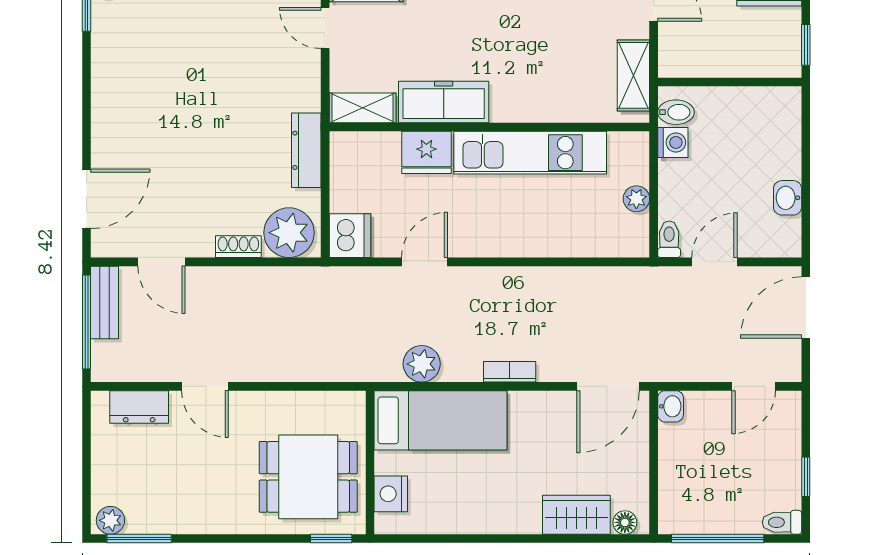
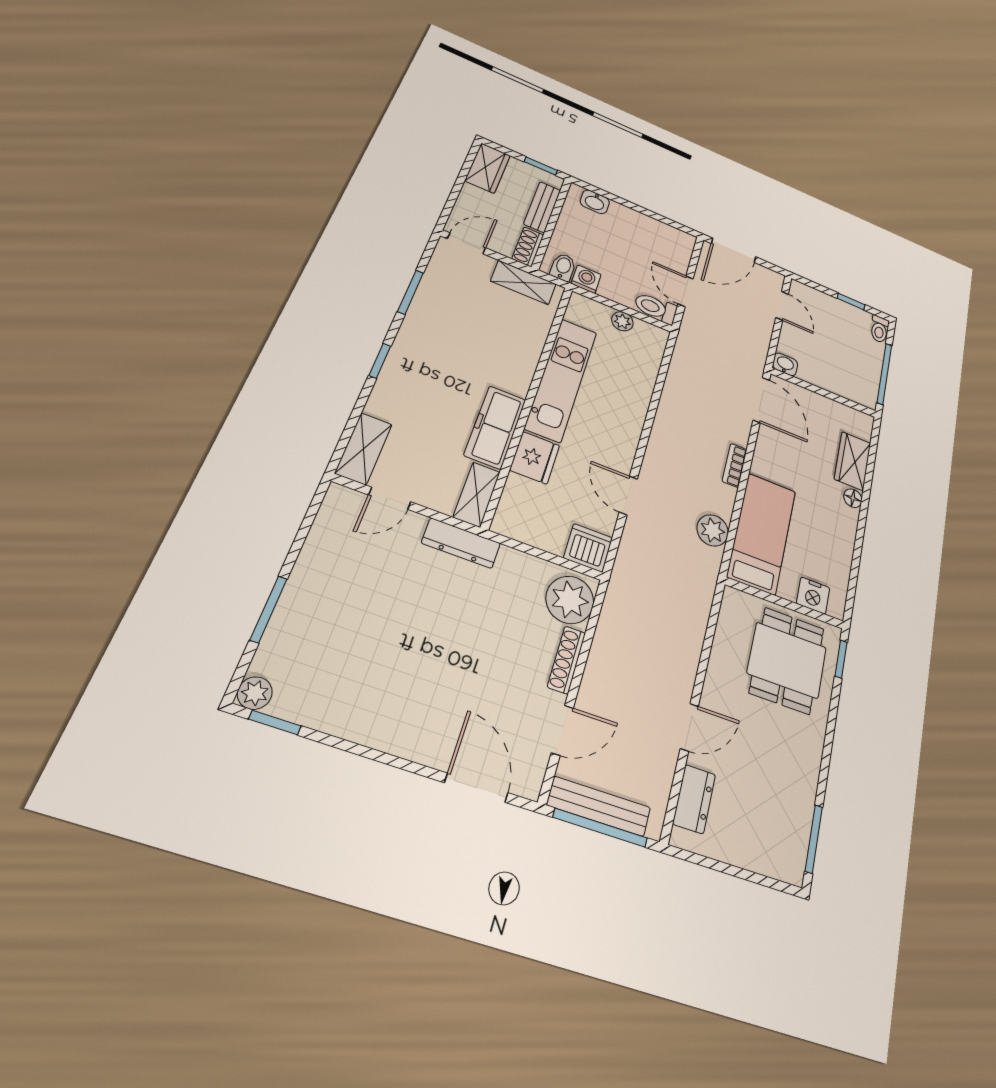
bench: (747, 64) -> (542, 207), added
shoe rack: (683, 66) -> (528, 247), added
dresser: (306, 150) -> (461, 543), moved
washbasin: (788, 198) -> (595, 202), moved
toilet: (669, 239) -> (656, 308), width x1.37, depth x1.39
shoe rack: (238, 247) -> (567, 660), width x1.43
bench: (105, 302) -> (599, 806), width x1.36
door: (806, 307) -> (734, 250), hinge flipped
plant: (110, 520) -> (793, 863), removed
floor lamp: (625, 522) -> (853, 498), moved

